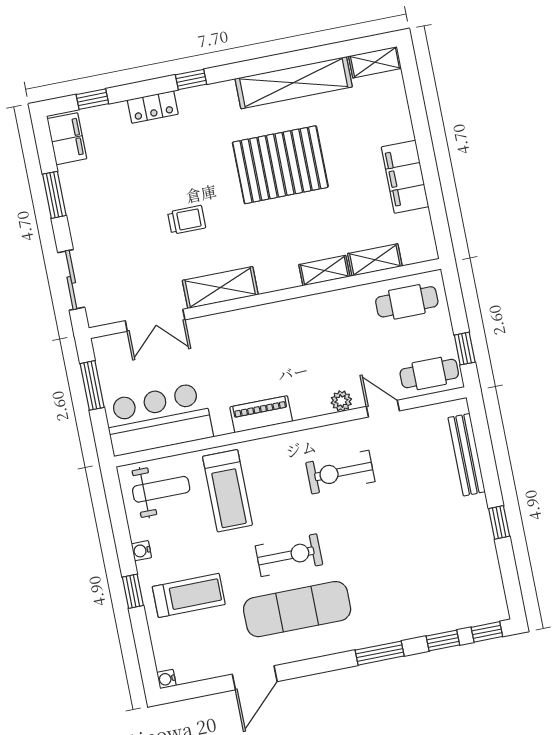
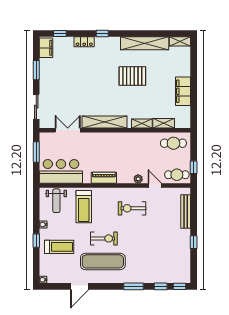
pallet: (280, 165) -> (132, 76), width x0.73, depth x0.71
trolley: (187, 220) -> (89, 91), removed
shelving: (220, 288) -> (104, 122), width x1.47
double door: (155, 320) -> (68, 130), swing flipped
weight bench: (161, 489) -> (56, 201), turned 90

